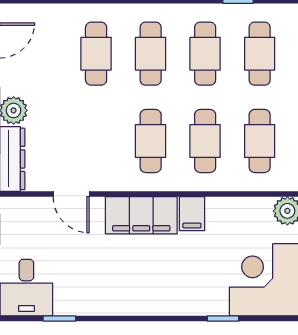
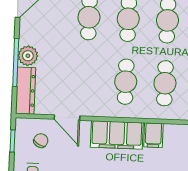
chair: (36, 227) -> (41, 141), added

